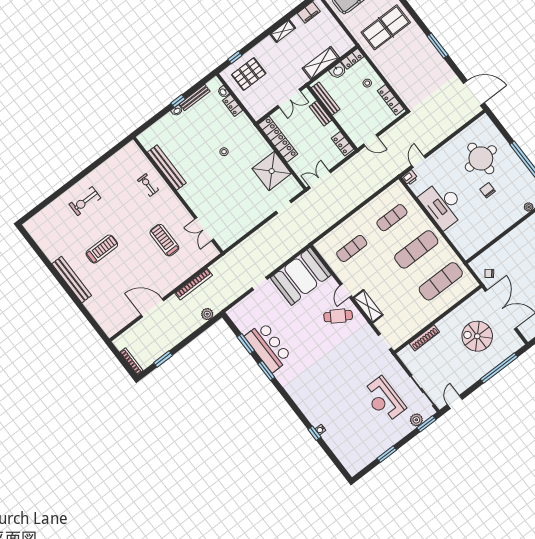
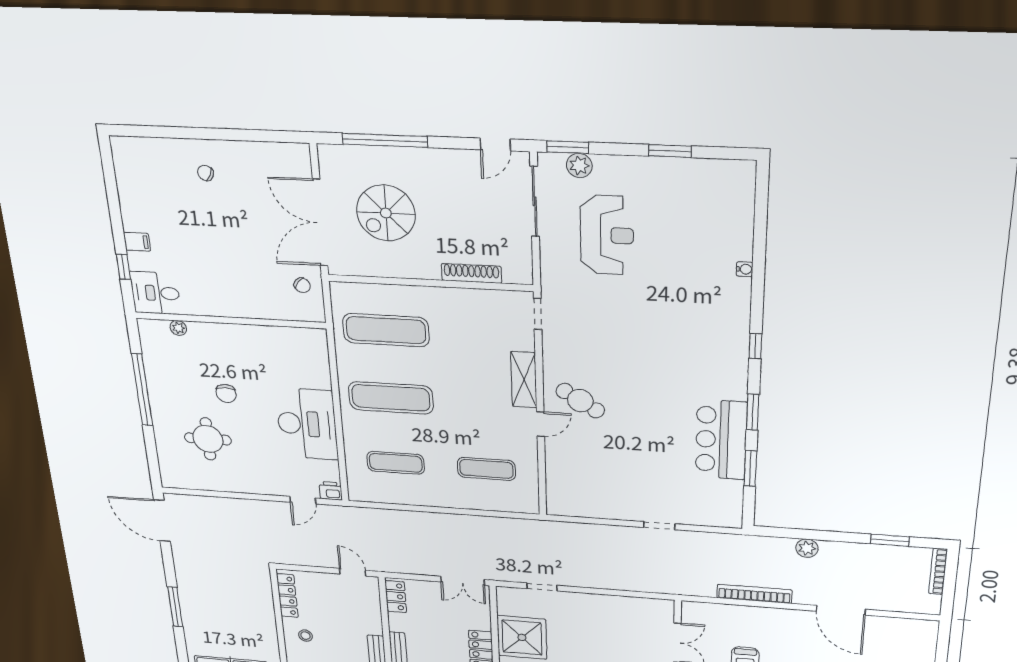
round table: (481, 158) -> (208, 439), width x0.73, depth x0.73
booth: (301, 276) -> (591, 490), removed
plant: (207, 314) -> (807, 548), moved
spiral stairs: (477, 336) -> (386, 213), turned 90
window: (314, 433) -> (755, 346), moved

